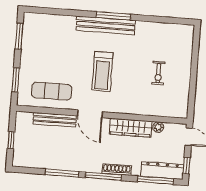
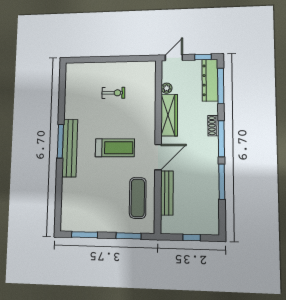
shoe rack: (117, 170) -> (213, 126), width x0.70

